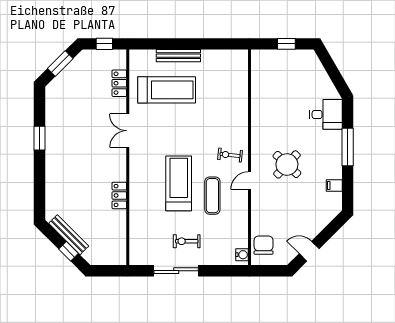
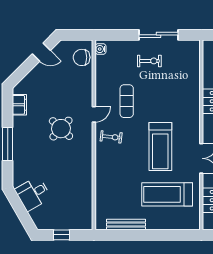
bench: (178, 56) -> (126, 224), moved
desk: (326, 114) -> (33, 194), moved, turned -30
treadmill: (179, 183) -> (160, 147), moved
filing cabinet: (334, 186) -> (19, 105), width x2.00
chair: (264, 245) -> (82, 57), turned 90

